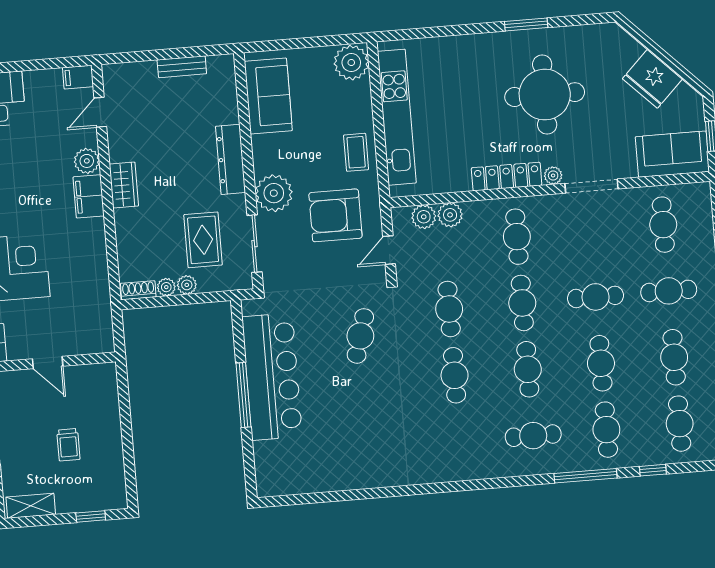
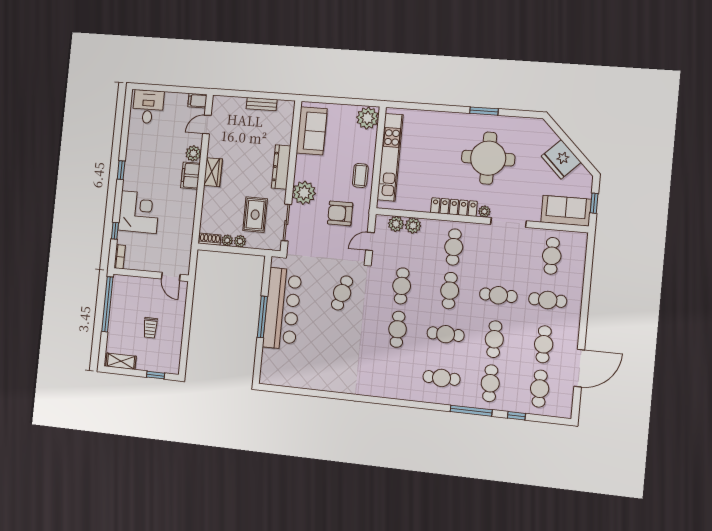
armchair: (335, 215) -> (340, 213), width x0.73, depth x0.73
door: (48, 362) -> (171, 277), moved
cafe table: (528, 369) -> (446, 334), turned 90

